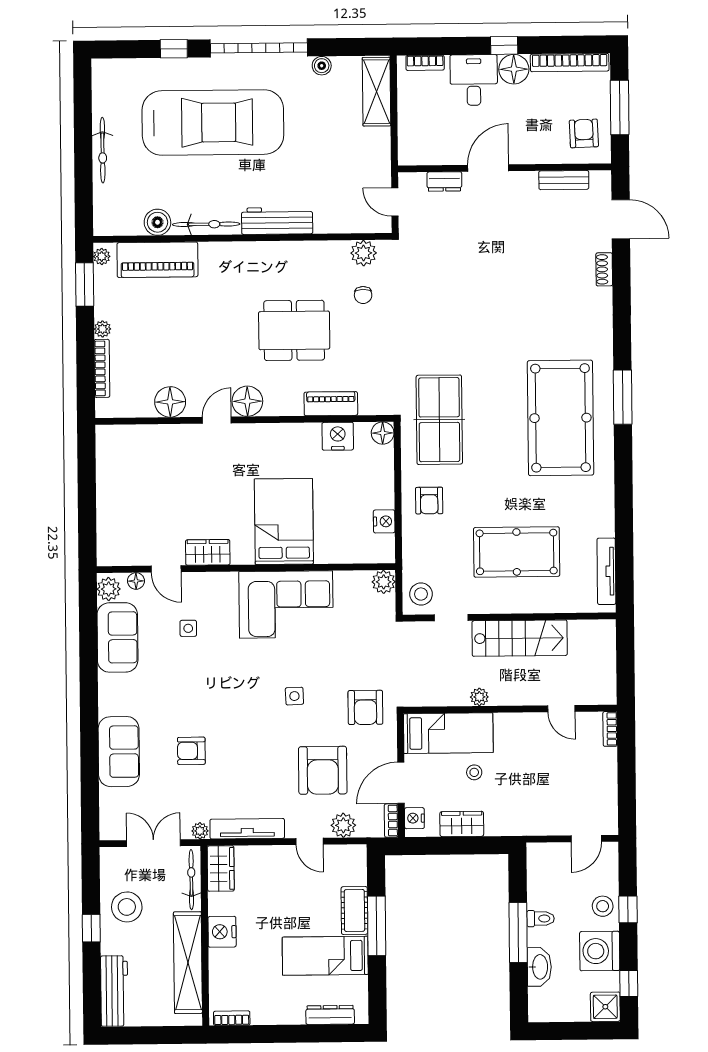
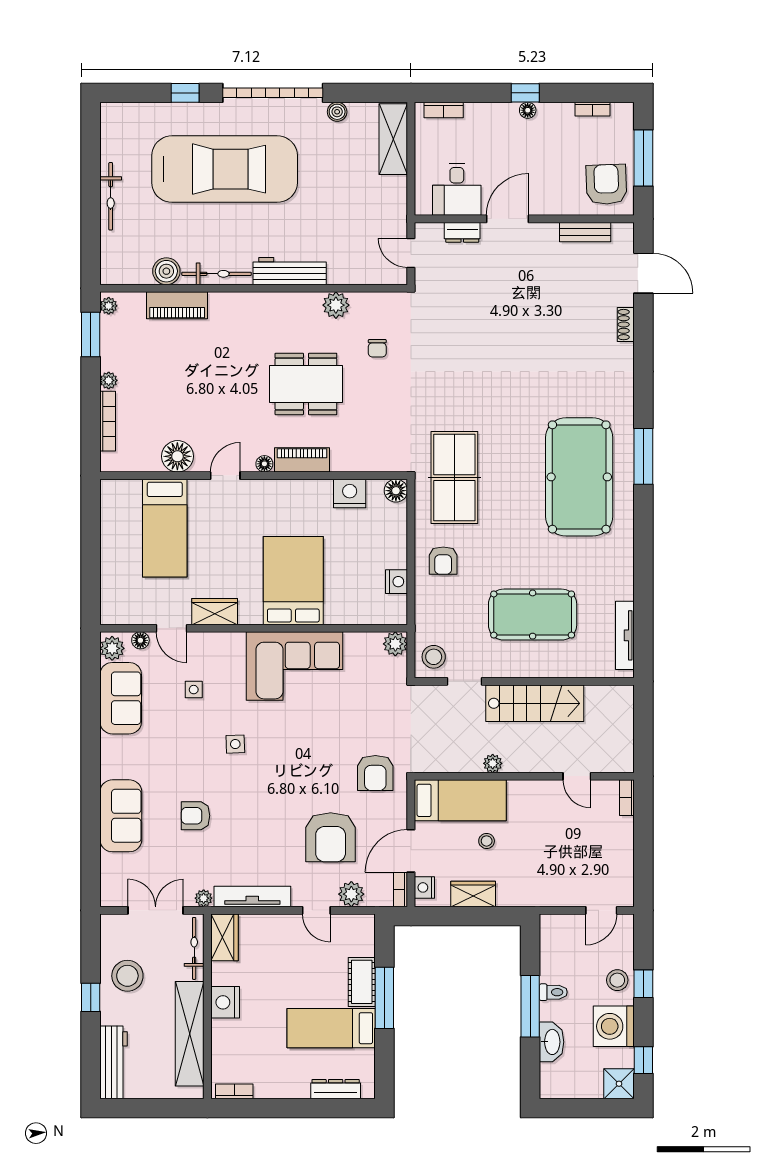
bookcase: (570, 63) -> (592, 109), width x0.43, depth x0.76
floor lamp: (514, 69) -> (528, 110), width x0.53, depth x0.53
desk: (474, 80) -> (457, 189), moved, turned 180
armchair: (584, 133) -> (606, 184), width x1.38, depth x1.38
plant: (364, 253) -> (336, 305), moved
piano: (157, 260) -> (177, 305), width x0.73, depth x0.75
floor lamp: (247, 401) -> (264, 464), width x0.53, depth x0.53
piano: (331, 404) -> (302, 460), moved
bed: (158, 472) -> (165, 528), added
side table: (294, 696) -> (235, 744), moved

